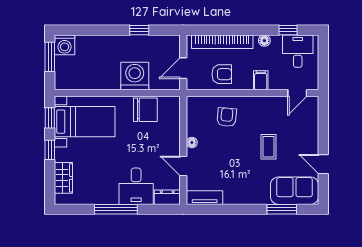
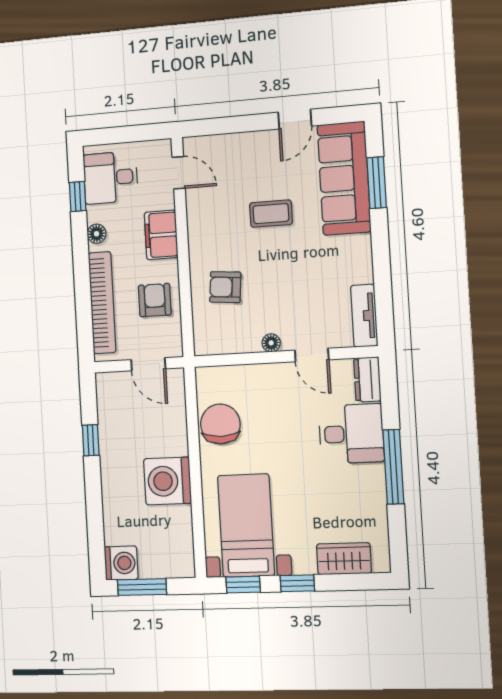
washing machine: (135, 76) -> (168, 481), moved
filing cabinet: (261, 80) -> (161, 235), width x2.00
door: (183, 166) -> (312, 355), hinge flipped
sofa: (295, 191) -> (344, 178), width x1.36

